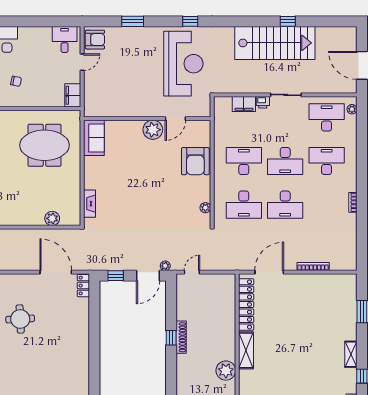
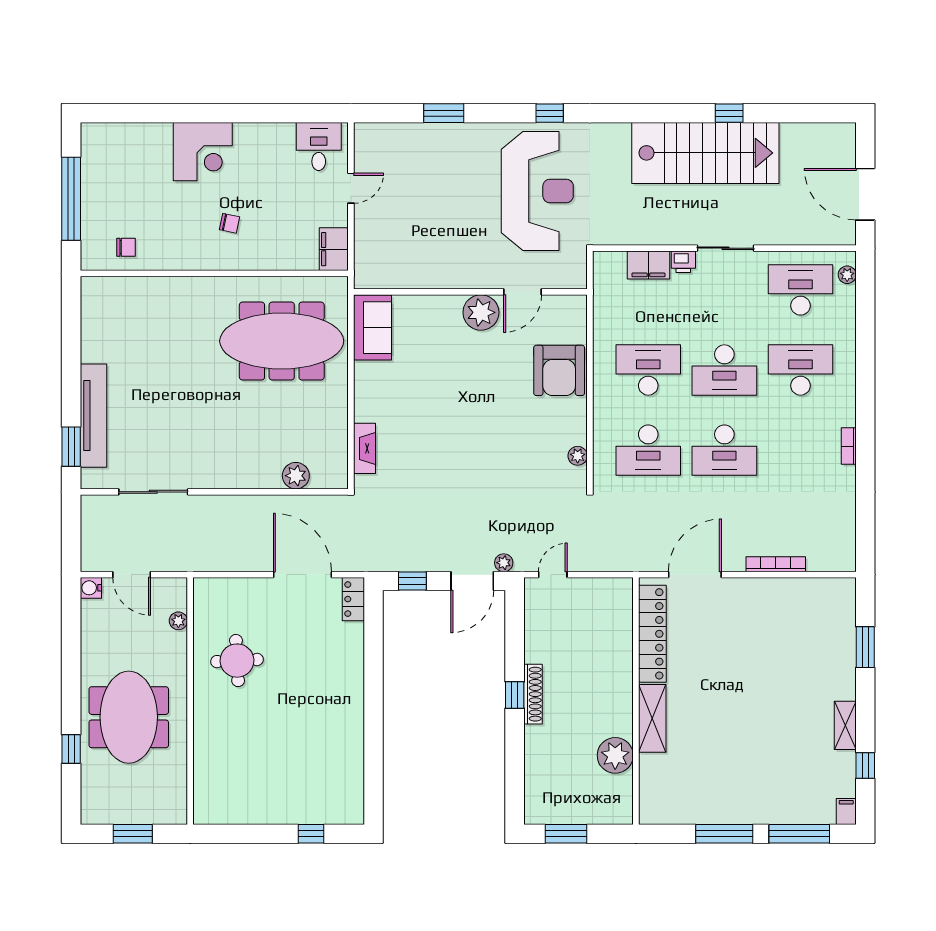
armchair: (95, 40) -> (375, 147), removed
meeting table: (44, 145) -> (282, 341), width x1.36

